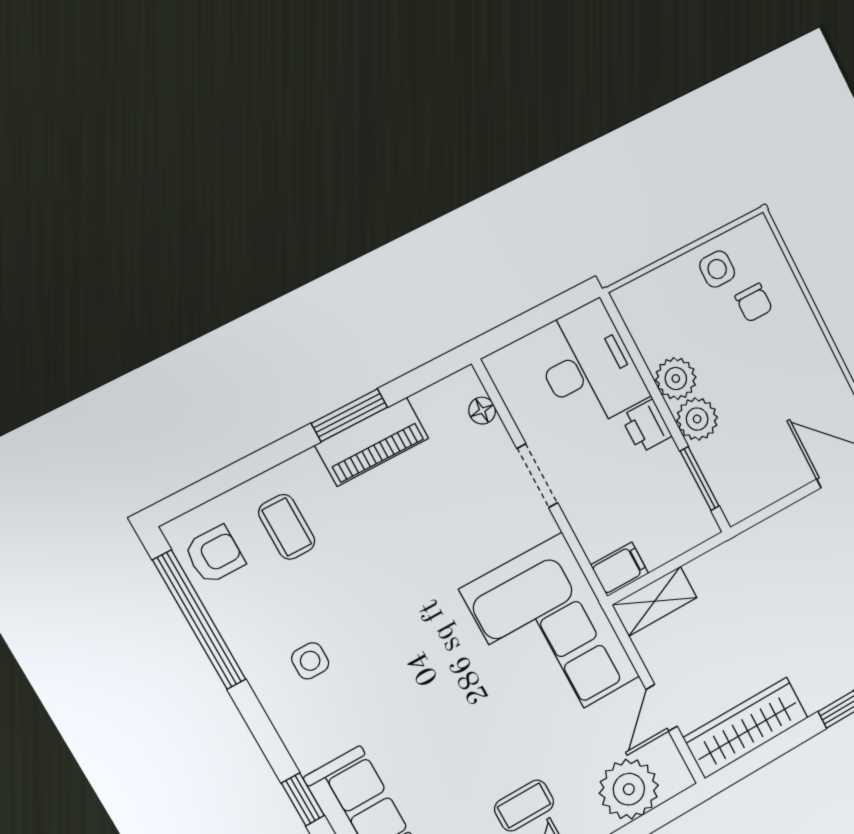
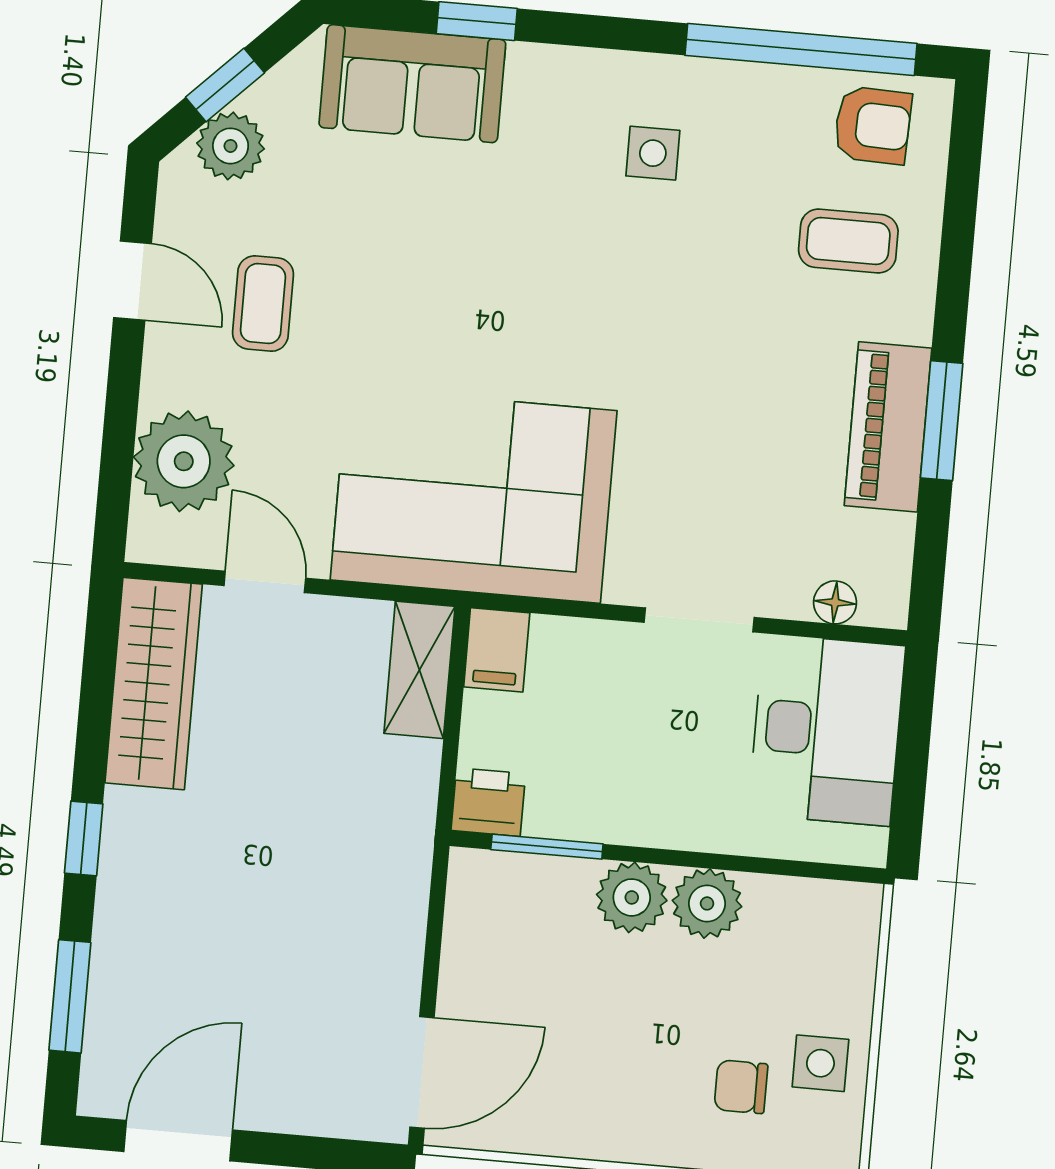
desk: (588, 366) -> (827, 730), moved, turned -90
printer: (646, 426) -> (488, 802), moved
armchair: (215, 555) -> (873, 125), turned -88

